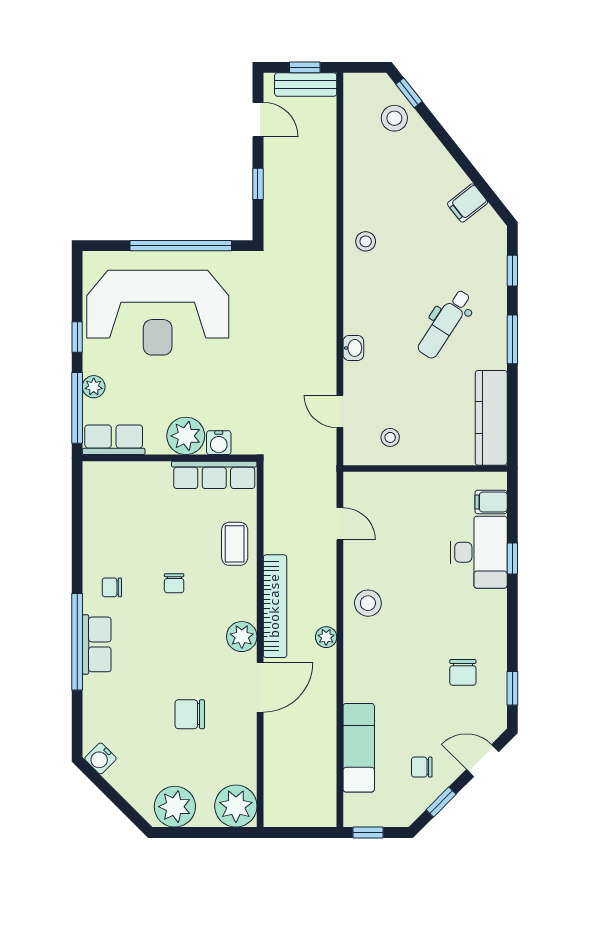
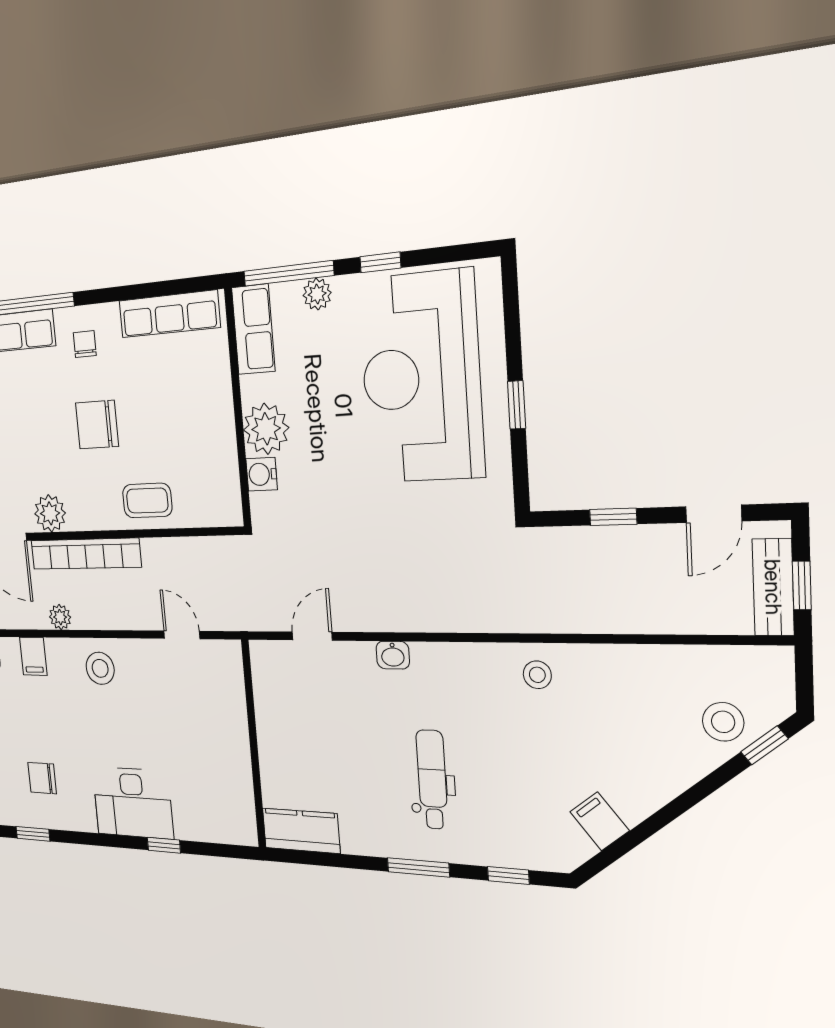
window: (181, 246) -> (517, 405), width x0.32
dental chair: (445, 324) -> (432, 780), turned 57
kitchen counter: (491, 418) -> (301, 831), width x0.67
stool: (390, 437) -> (286, 701), removed
row of seats: (214, 475) -> (169, 314), moved, turned -90
filing cabinet: (491, 502) -> (33, 656), moved, turned 180
door: (340, 524) -> (182, 635), swing flipped
desk: (479, 552) -> (133, 803), moved
chair: (174, 583) -> (97, 425), width x1.87, depth x1.87

